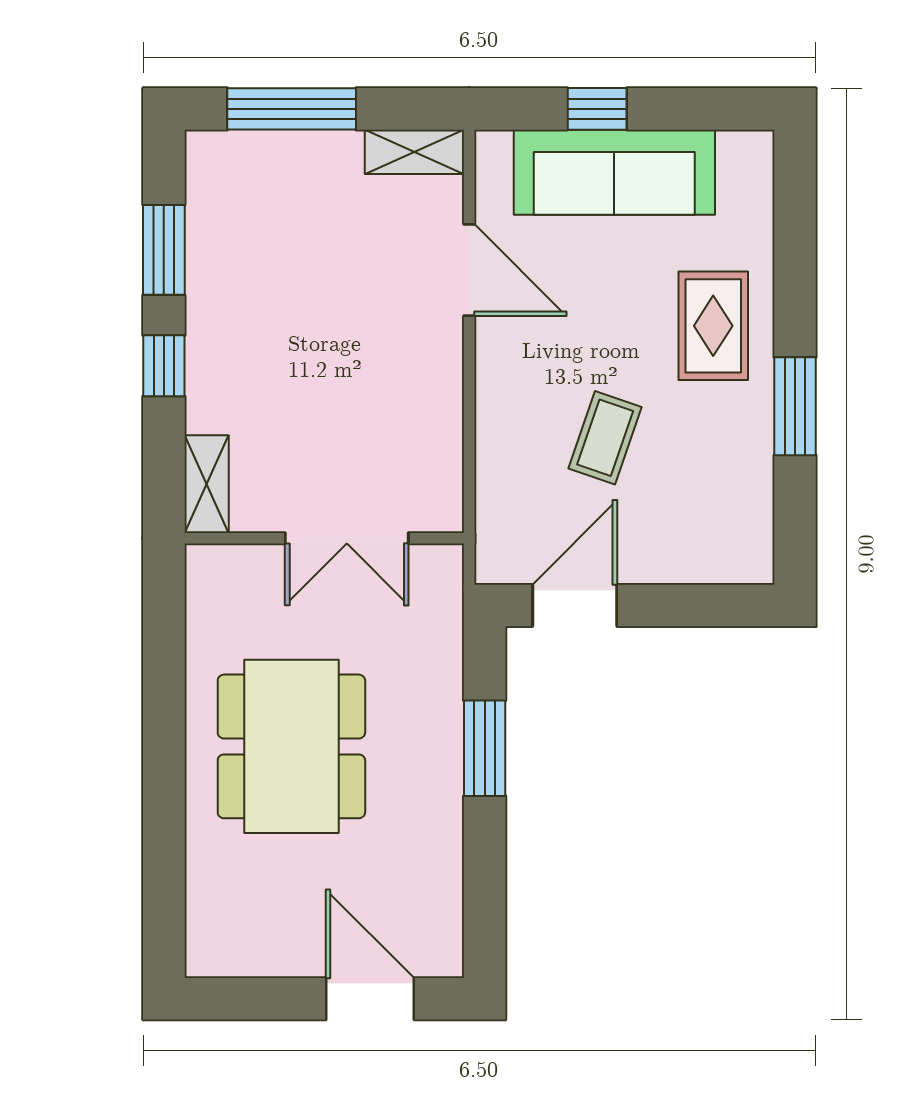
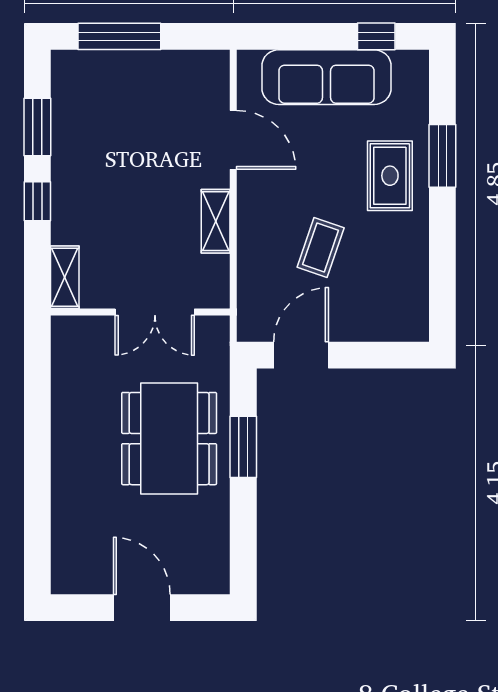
window: (597, 109) -> (376, 36), moved
shelving: (414, 152) -> (216, 221), moved, turned 90
window: (795, 406) -> (442, 156), moved
dining table: (291, 746) -> (169, 439), moved
door: (370, 999) -> (142, 608), moved

